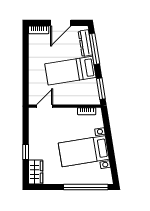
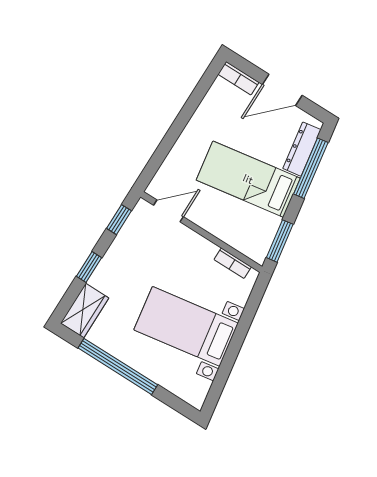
window: (26, 123) -> (119, 220), added
window: (86, 187) -> (118, 366), moved

